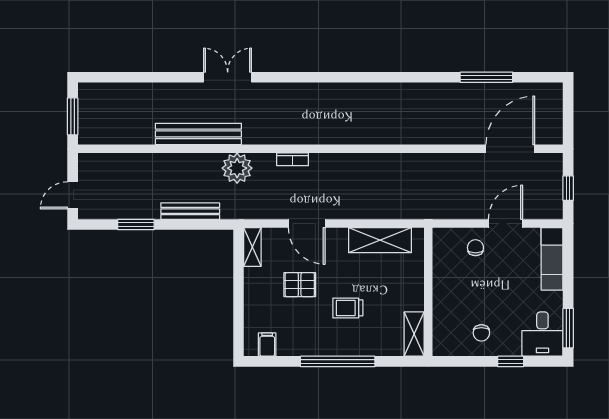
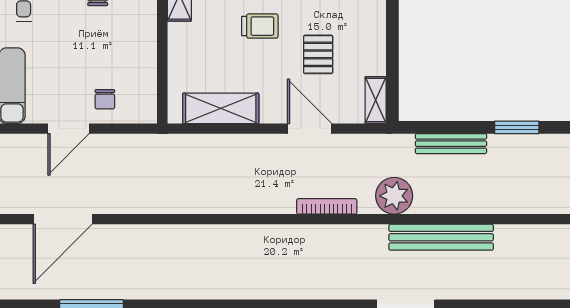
bookcase: (293, 159) -> (327, 206), width x1.56
pallet: (300, 285) -> (318, 54), turned 90

